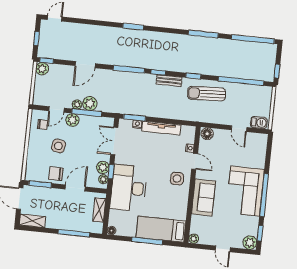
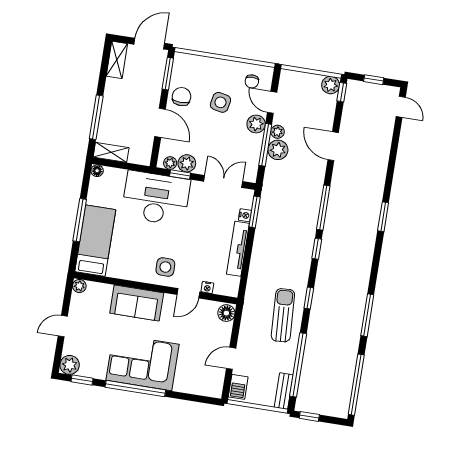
bench: (169, 81) -> (284, 391), moved
shelving: (99, 210) -> (111, 152), moved

